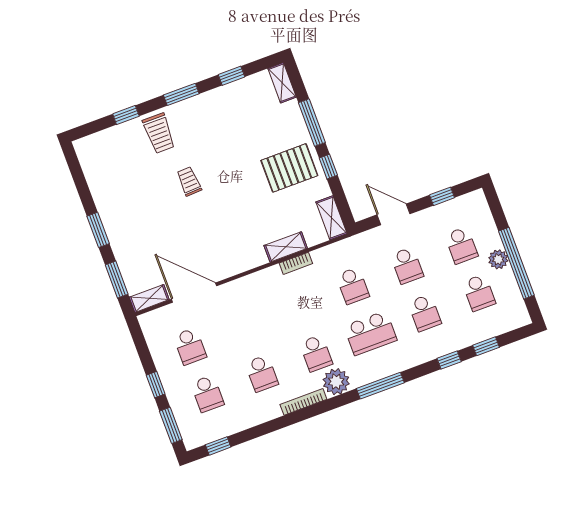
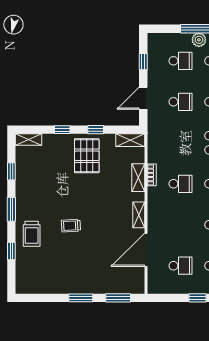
window: (312, 123) -> (62, 130), width x0.46
trolley: (159, 133) -> (32, 234), turned 90
school desk: (353, 286) -> (181, 184), moved
shelving: (149, 298) -> (139, 215), moved

